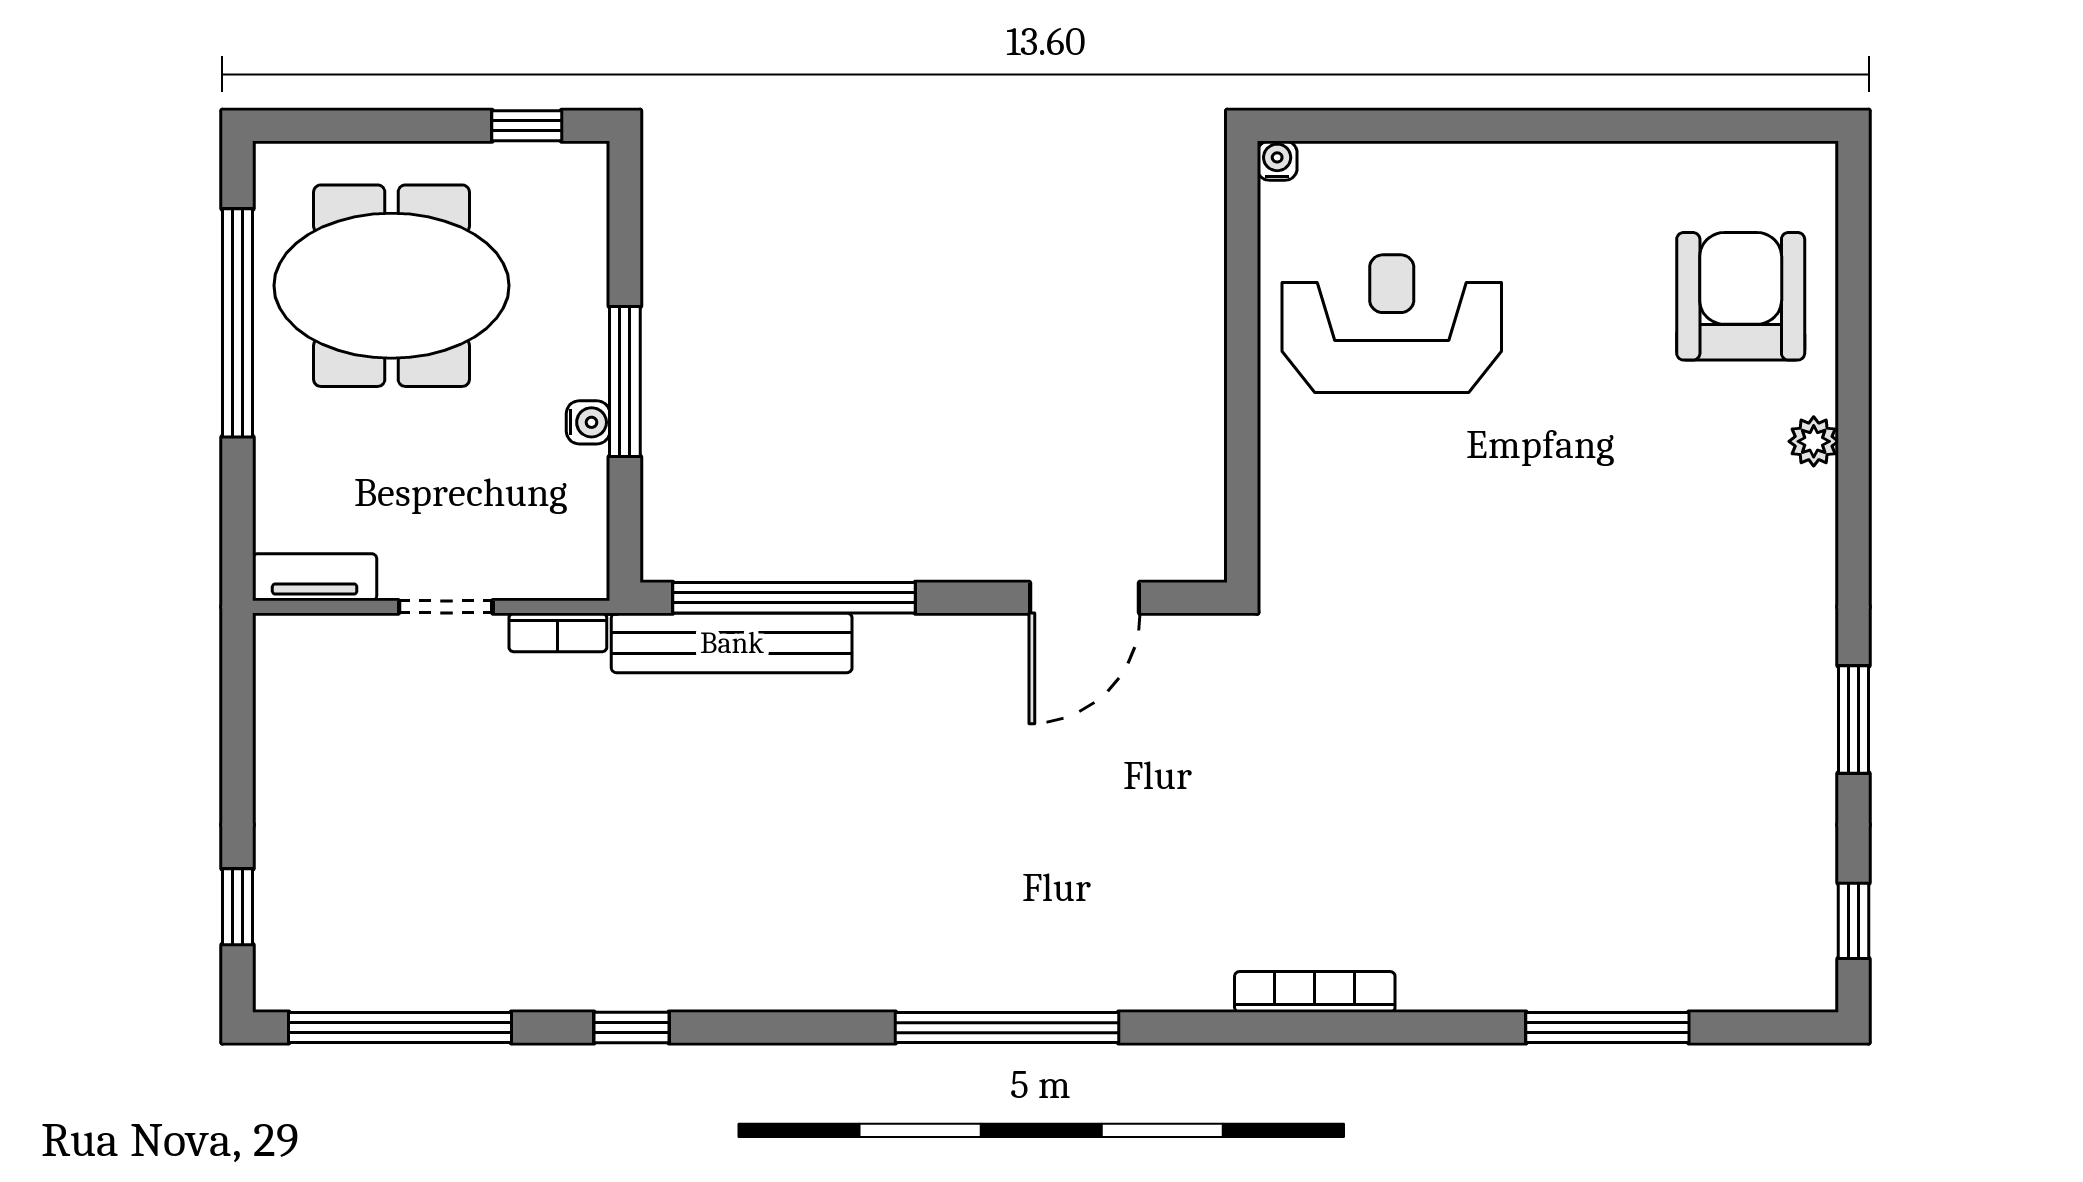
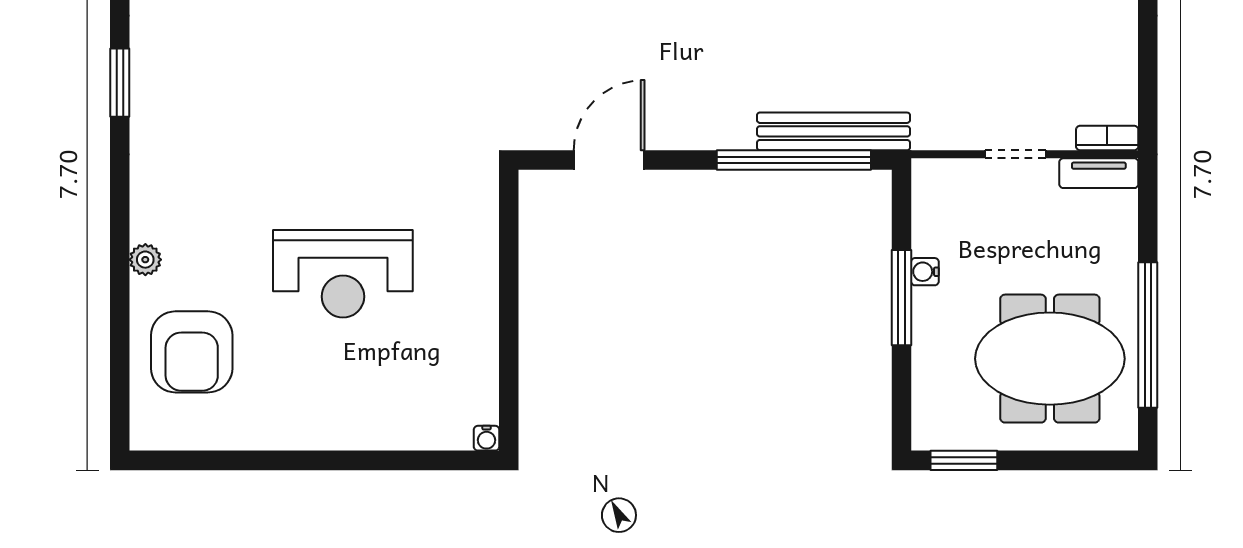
window: (527, 126) -> (964, 460), width x1.50
reception desk: (1392, 324) -> (343, 274), moved
bookcase: (558, 632) -> (1107, 138), moved

